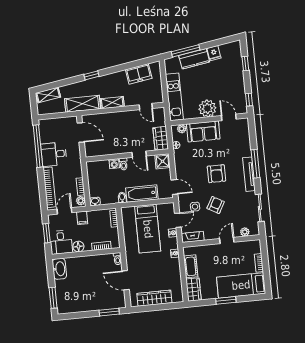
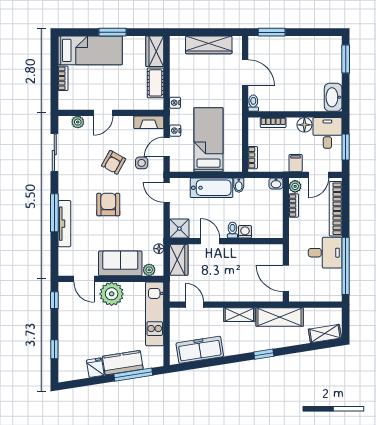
freezer: (139, 74) -> (200, 350), width x1.40
tv unit: (249, 174) -> (64, 224), moved

